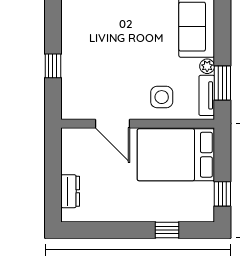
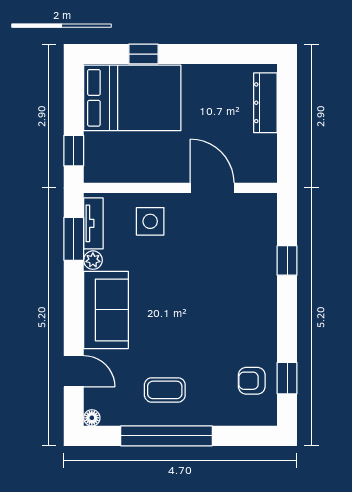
bed: (176, 155) -> (132, 98), moved
dresser: (70, 191) -> (265, 103), width x1.44
window: (222, 194) -> (74, 151), moved

